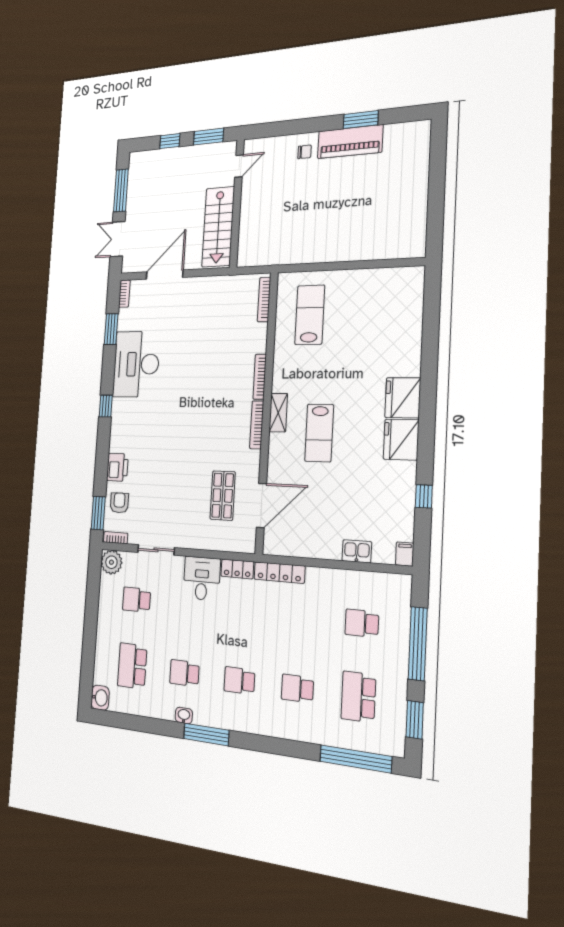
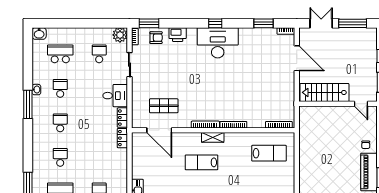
desk: (136, 364) -> (218, 43), moved
locker: (279, 573) -> (122, 138), width x0.66

